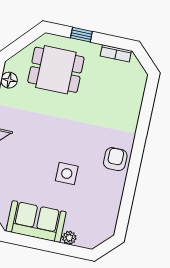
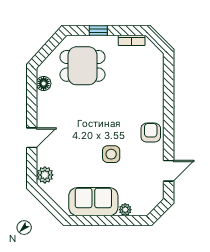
door: (126, 205) -> (169, 171), added

